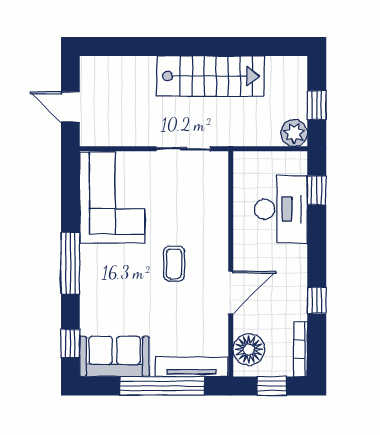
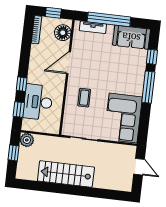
coffee table: (174, 264) -> (84, 98), moved
window: (317, 300) -> (22, 84), moved
window: (70, 343) -> (152, 57), moved
tv unit: (192, 367) -> (93, 27), width x0.71

